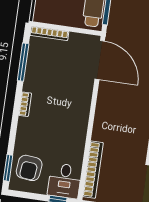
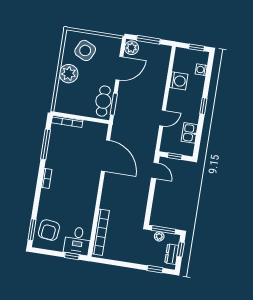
door: (100, 60) -> (106, 156), moved

